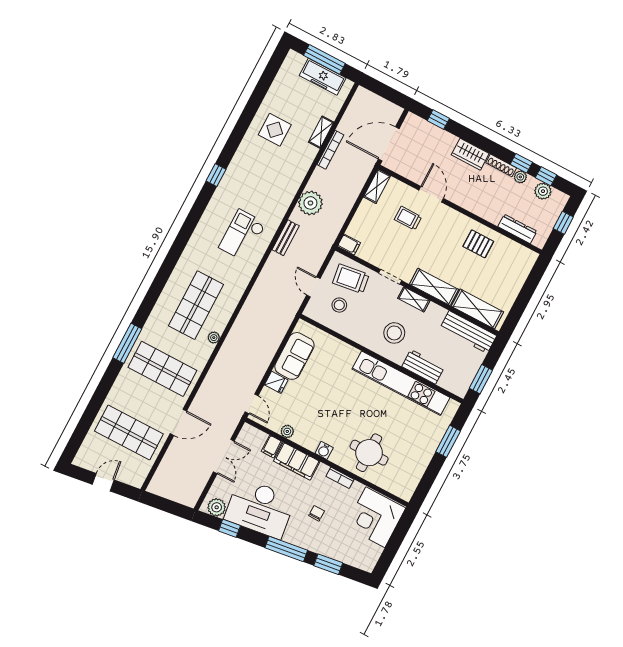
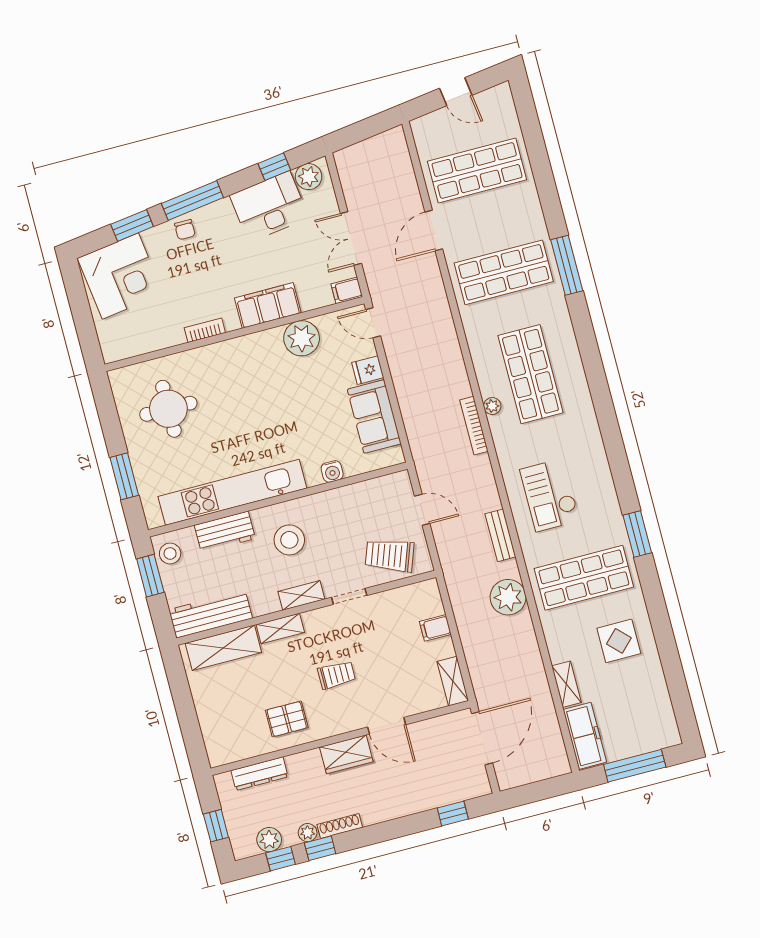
freezer: (323, 77) -> (585, 736), moved, turned 90
bookcase: (330, 150) -> (474, 426), moved
wardrobe: (470, 154) -> (346, 754), moved, turned 180
window: (216, 175) -> (637, 534), width x1.50
shop shelf: (263, 178) -> (584, 578), added
trolley: (408, 218) -> (337, 675), moved
checkout: (242, 235) -> (550, 495), turned 180
filing cabinet: (349, 244) -> (435, 628), moved
trolley: (351, 279) -> (390, 555), turned -152
shelving: (434, 287) -> (280, 628), width x0.67, depth x0.75
stool: (339, 305) -> (170, 553), moved
plant: (214, 338) -> (492, 406), moved
plant: (287, 431) -> (302, 338), width x1.87, depth x1.87
filing cabinet: (272, 446) -> (347, 290), moved, turned -90
water cooler: (324, 450) -> (332, 471), moved, turned 180
round table: (369, 453) -> (168, 409), moved
door: (103, 482) -> (456, 92), hinge flipped
desk: (260, 508) -> (269, 207), width x0.73, depth x0.77
chair: (317, 513) -> (185, 230), moved
corner desk: (375, 517) -> (120, 276), moved, turned 82

